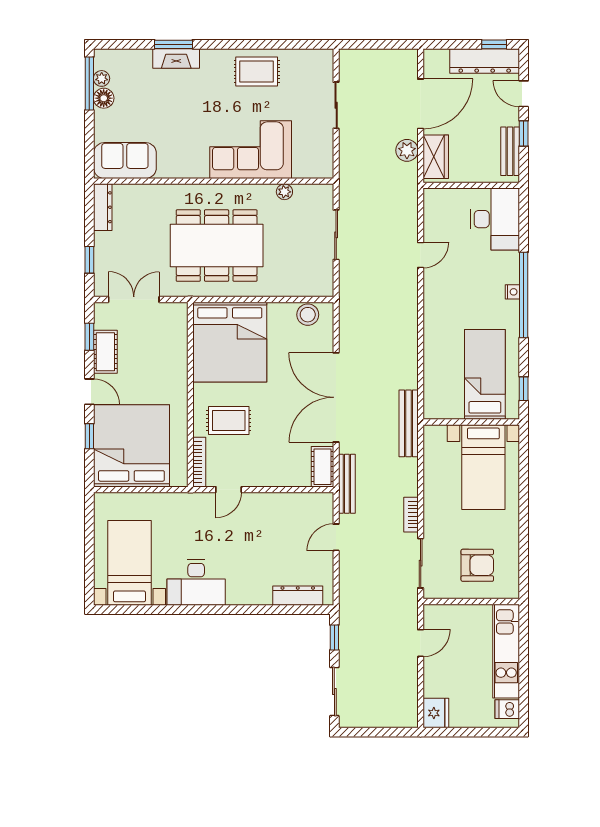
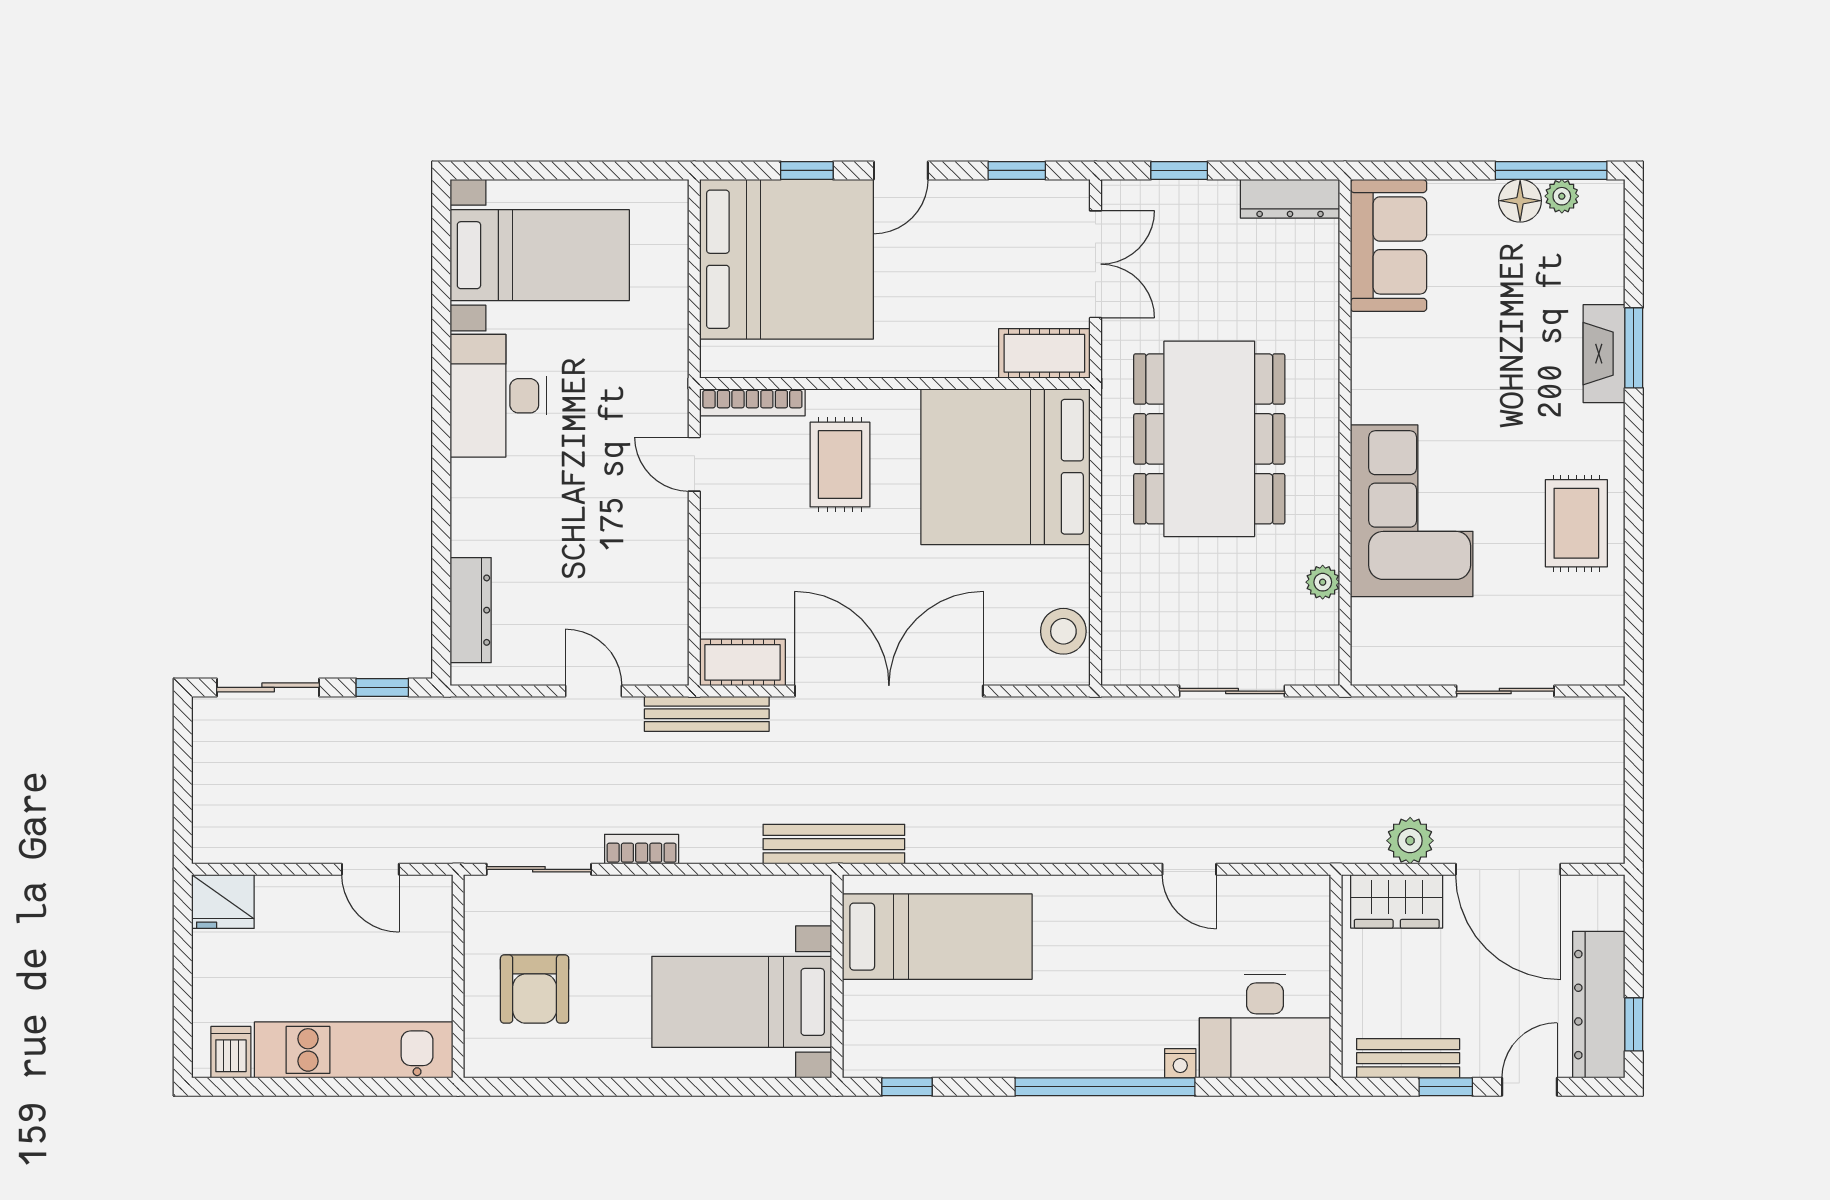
nightstand: (512, 292) -> (1180, 1063), moved
cot: (105, 352) -> (1044, 353), moved
bed: (485, 374) -> (937, 937), moved

